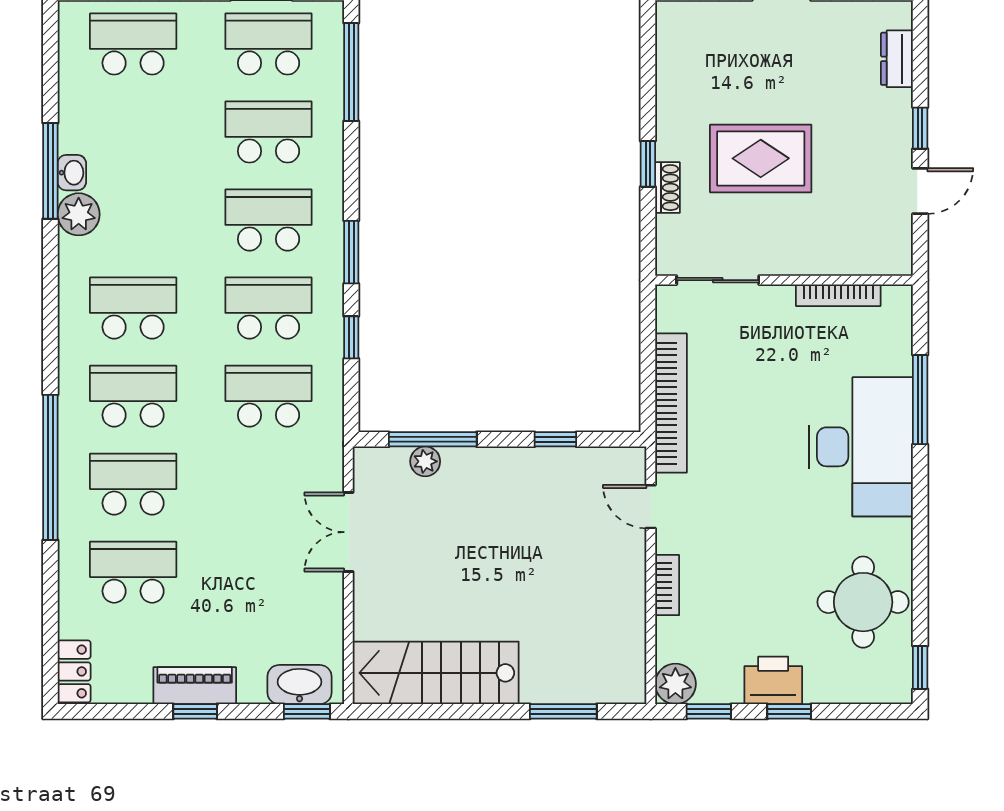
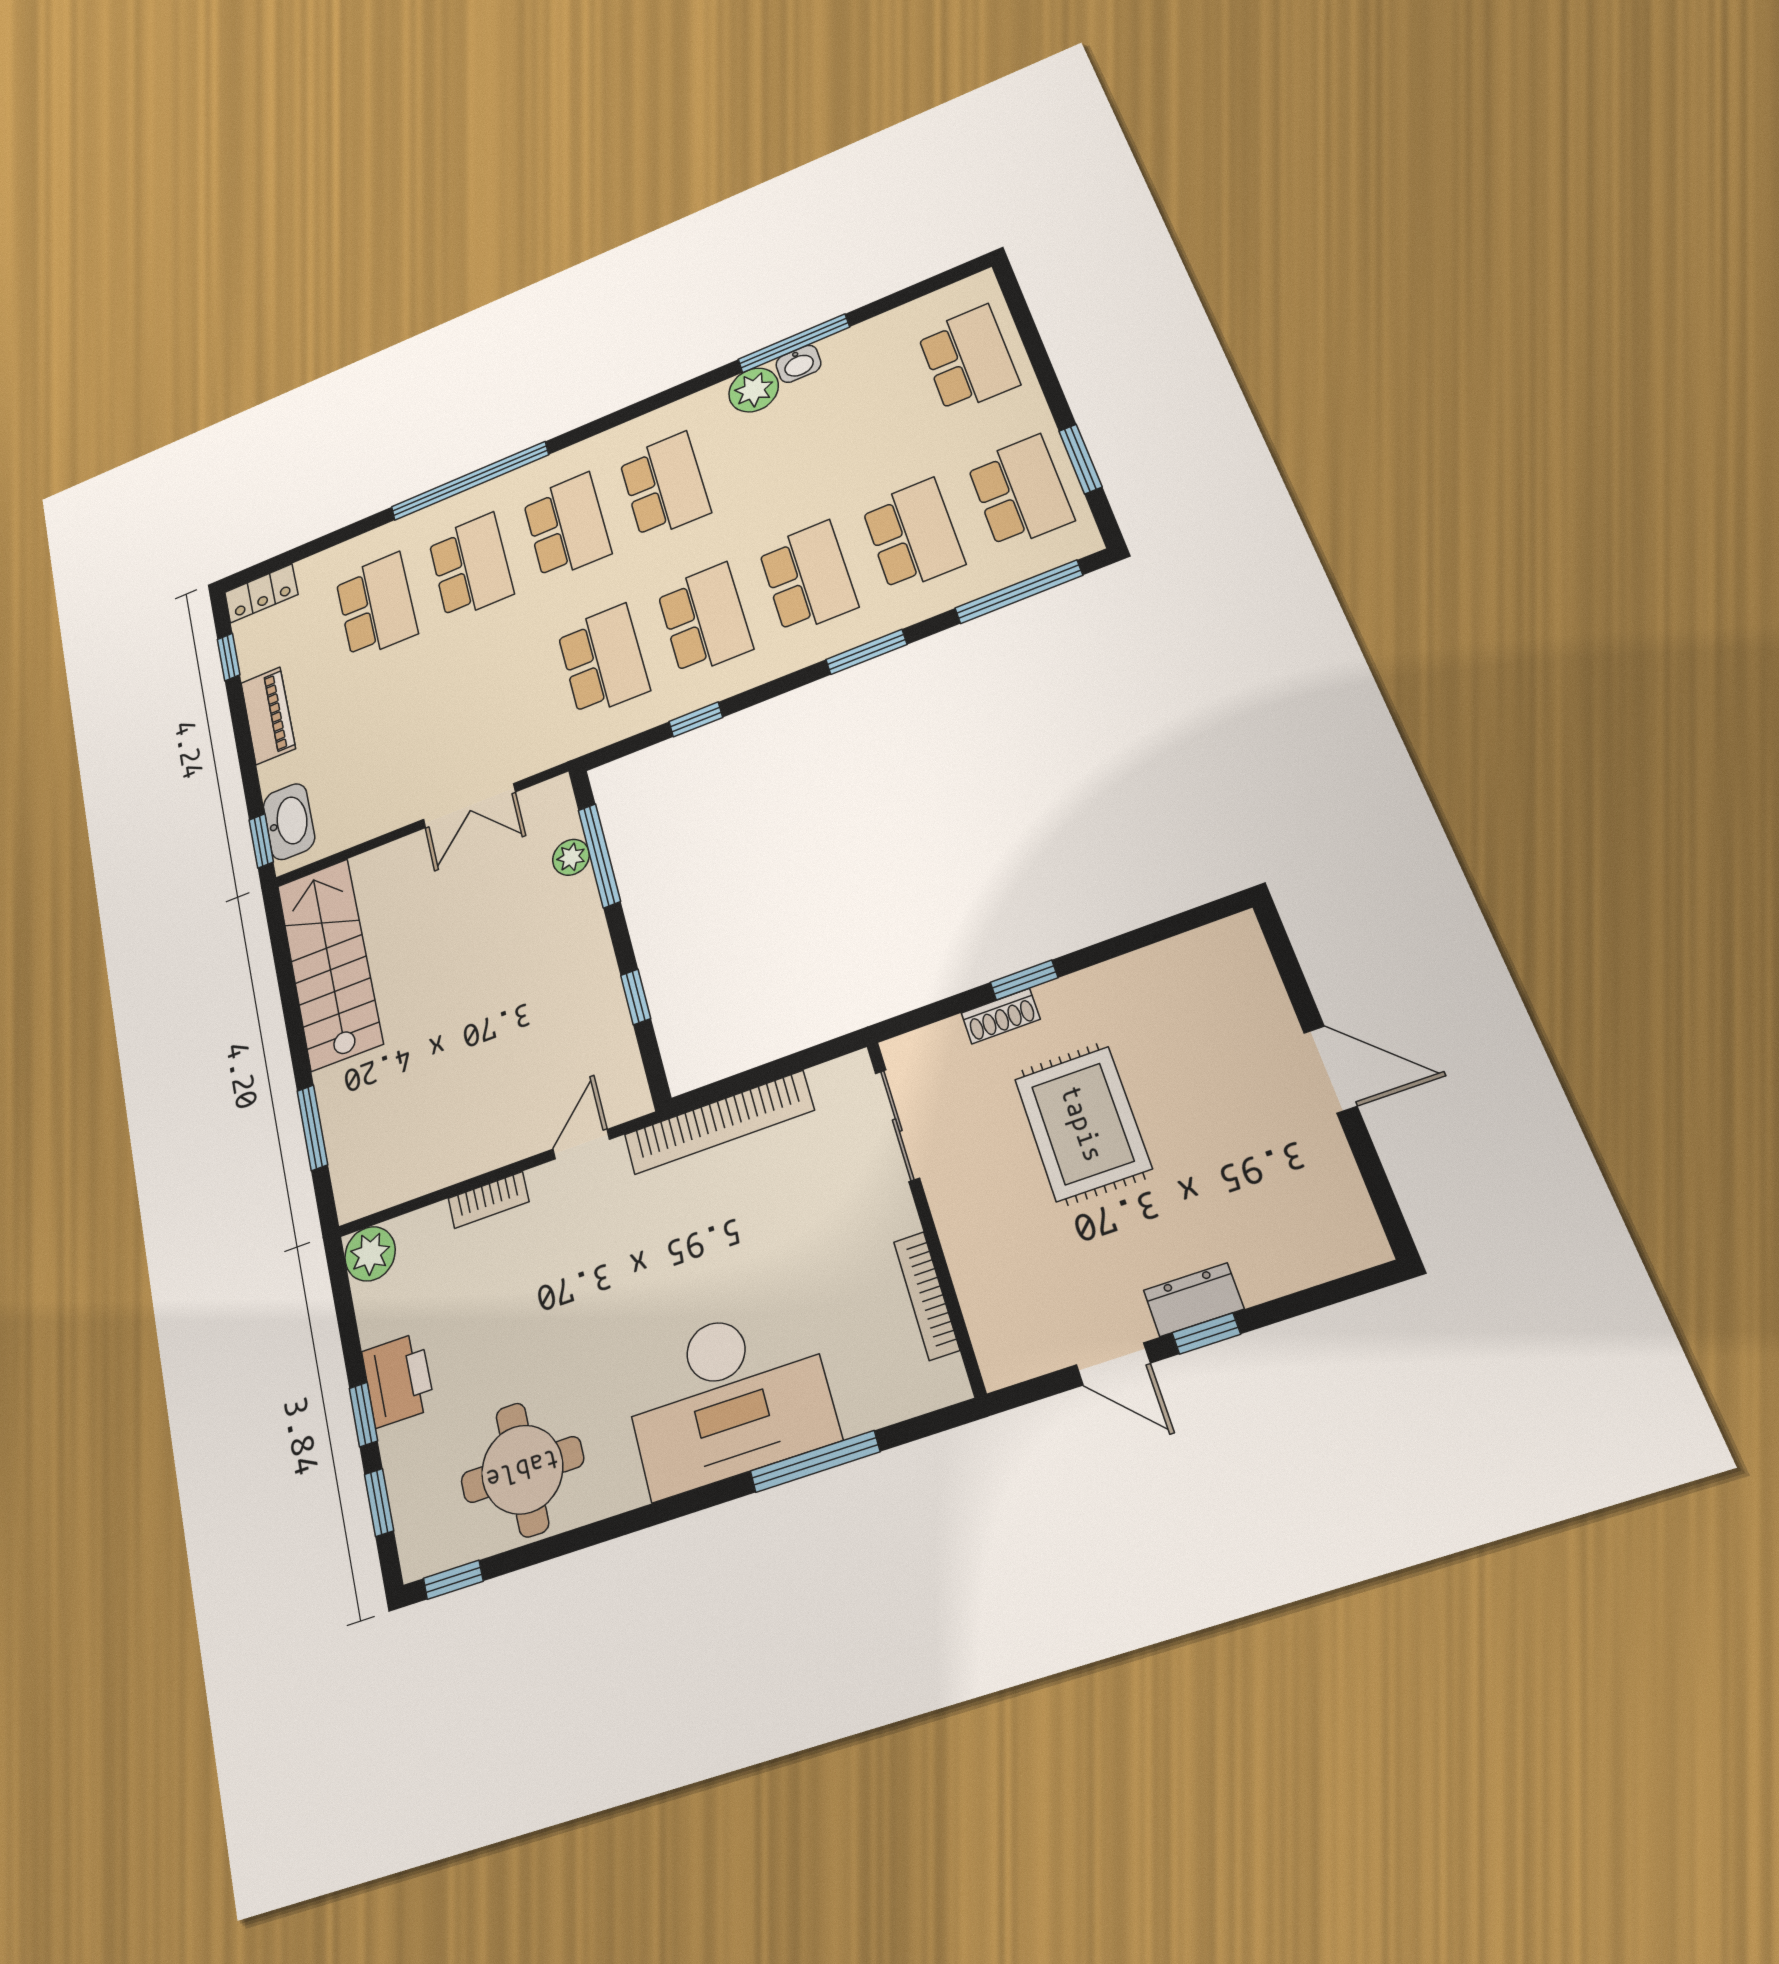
dresser: (897, 59) -> (1194, 1300), moved
window: (351, 252) -> (866, 652), moved
double door: (348, 532) -> (469, 806), swing flipped
window: (195, 711) -> (229, 657), moved
window: (709, 711) -> (379, 1502), moved

